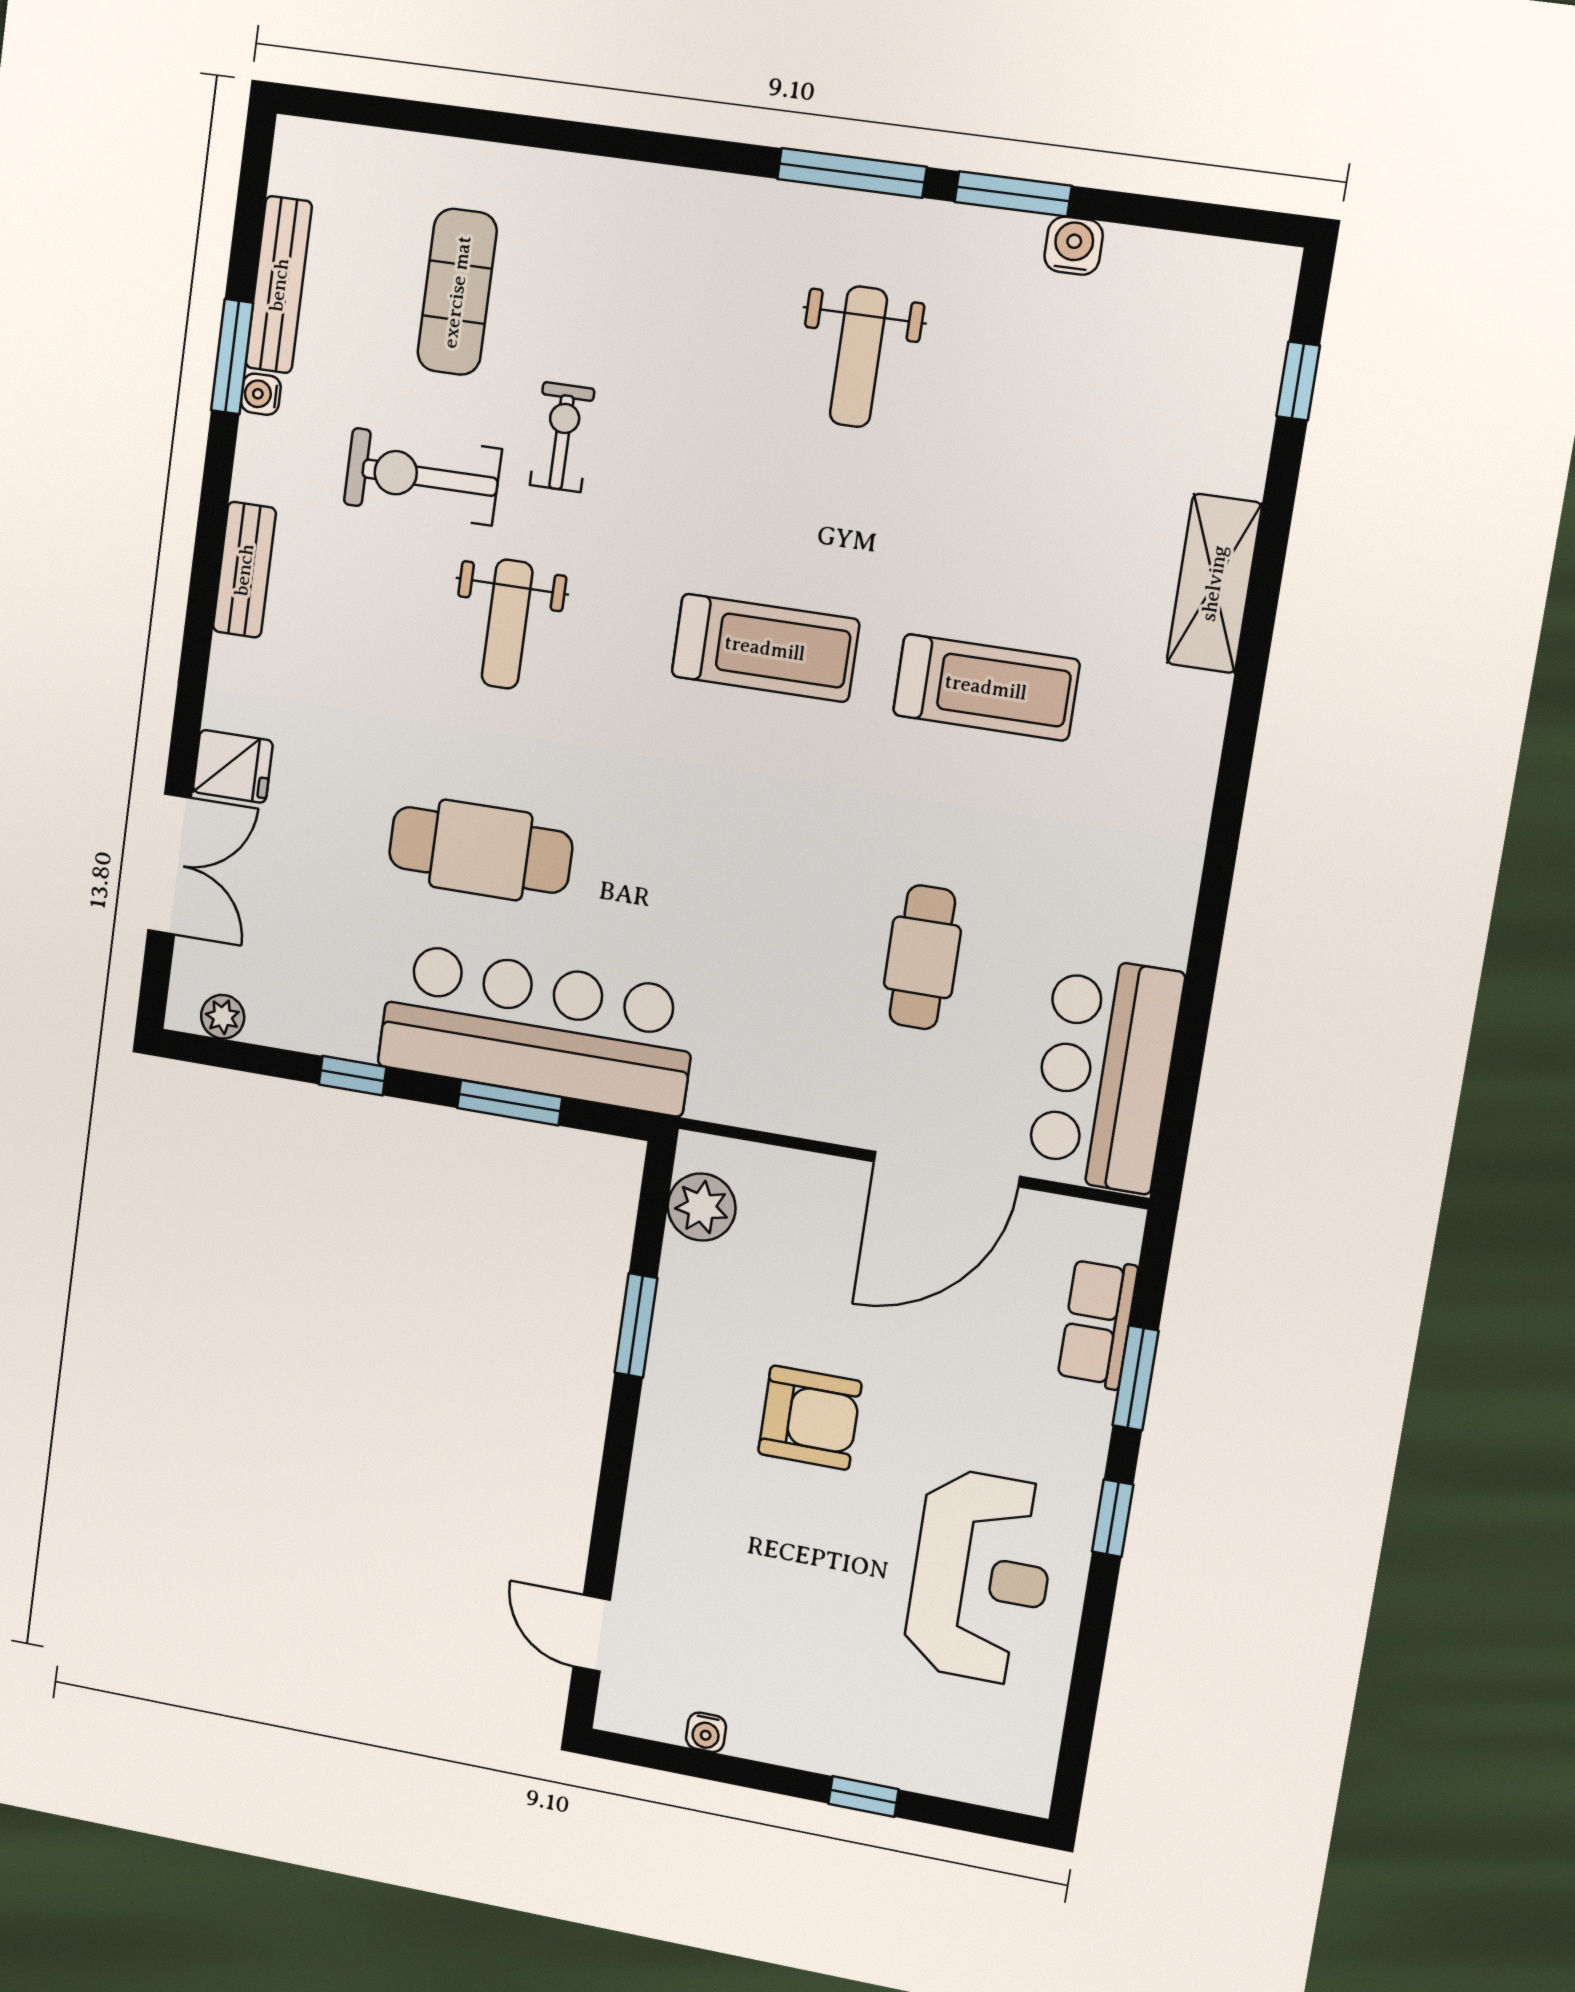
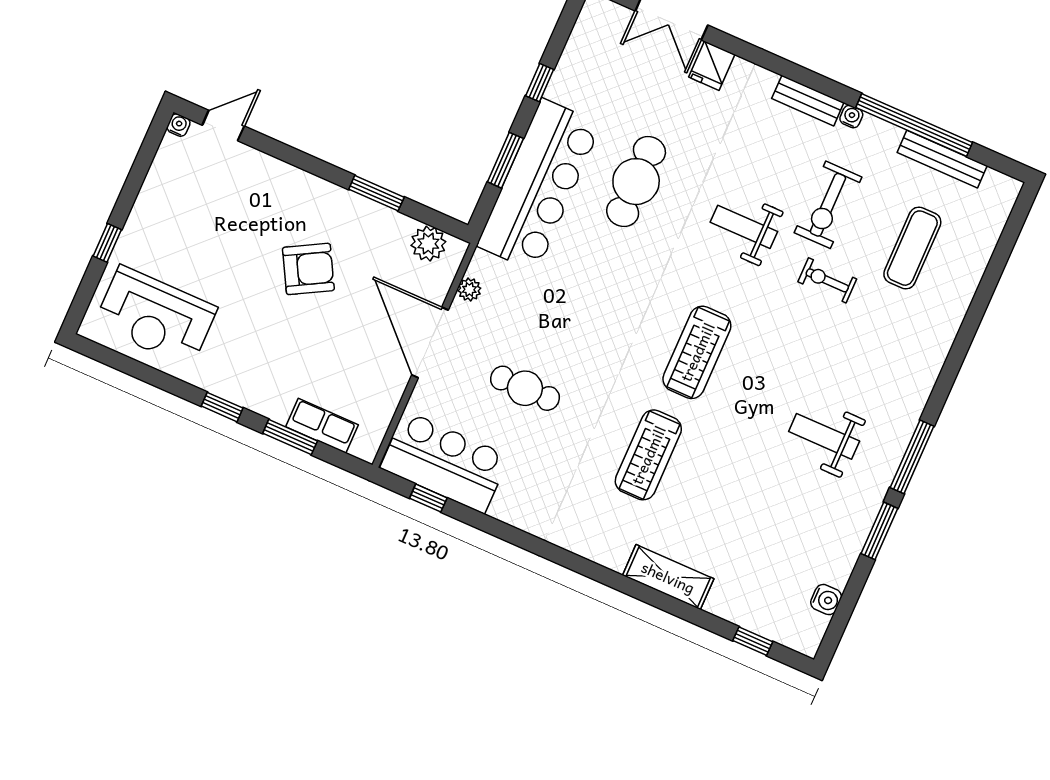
water cooler: (1074, 246) -> (826, 600), moved
exercise mat: (457, 292) -> (912, 248), turned 90
window: (232, 357) -> (914, 125), width x2.11
water cooler: (261, 394) -> (851, 117), moved
exercise bike: (562, 437) -> (827, 280), turned 180
exercise bike: (422, 477) -> (828, 205), turned 180
plant: (223, 1017) -> (469, 289), moved
window: (1183, 1088) -> (428, 498), added
door: (947, 1169) -> (430, 342), moved
armchair: (810, 1418) -> (308, 269), turned -119
reception desk: (981, 1577) -> (155, 316), moved
water cooler: (706, 1732) -> (178, 125), moved, turned 90

